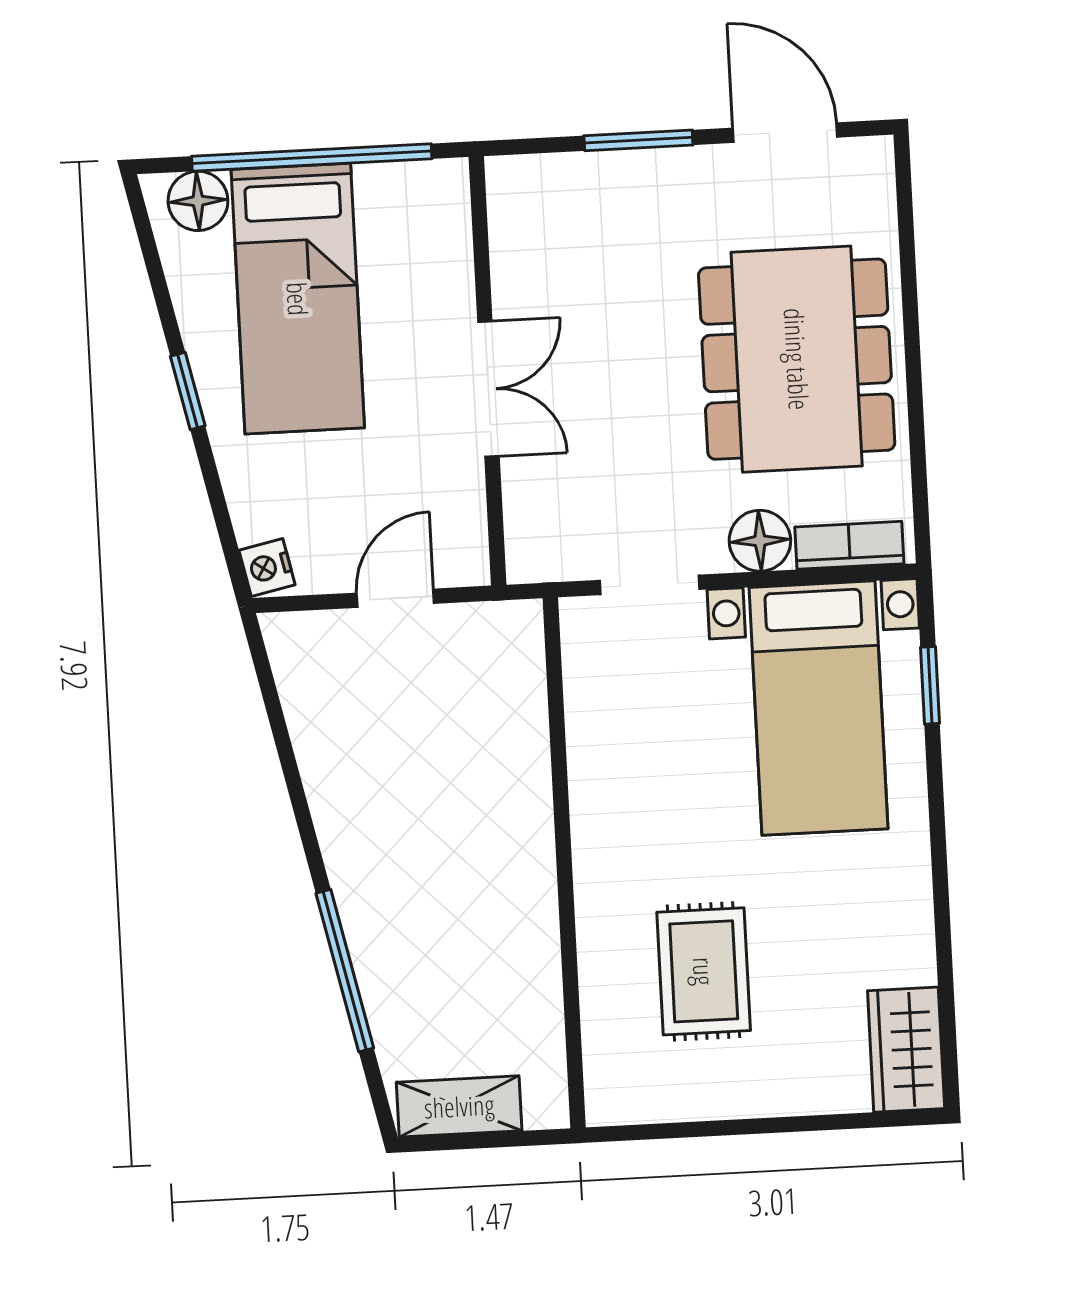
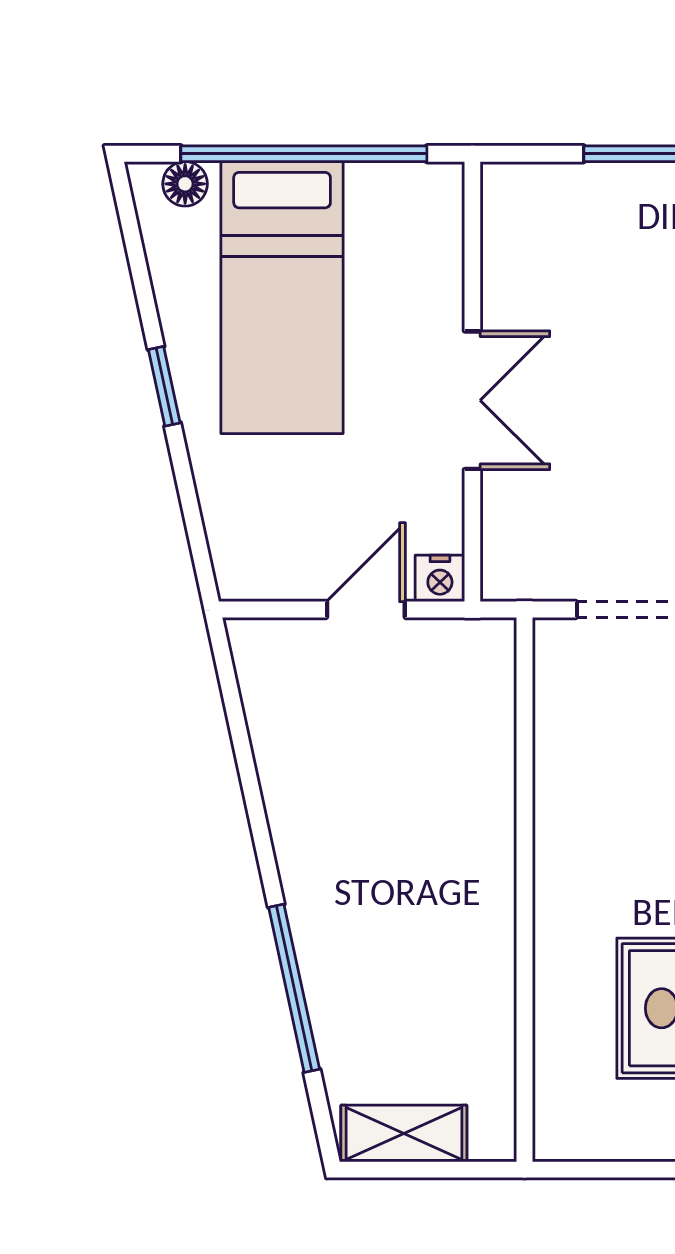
floor lamp: (198, 201) -> (185, 184), width x0.73, depth x0.73
nightstand: (267, 567) -> (440, 578), moved, turned -78

